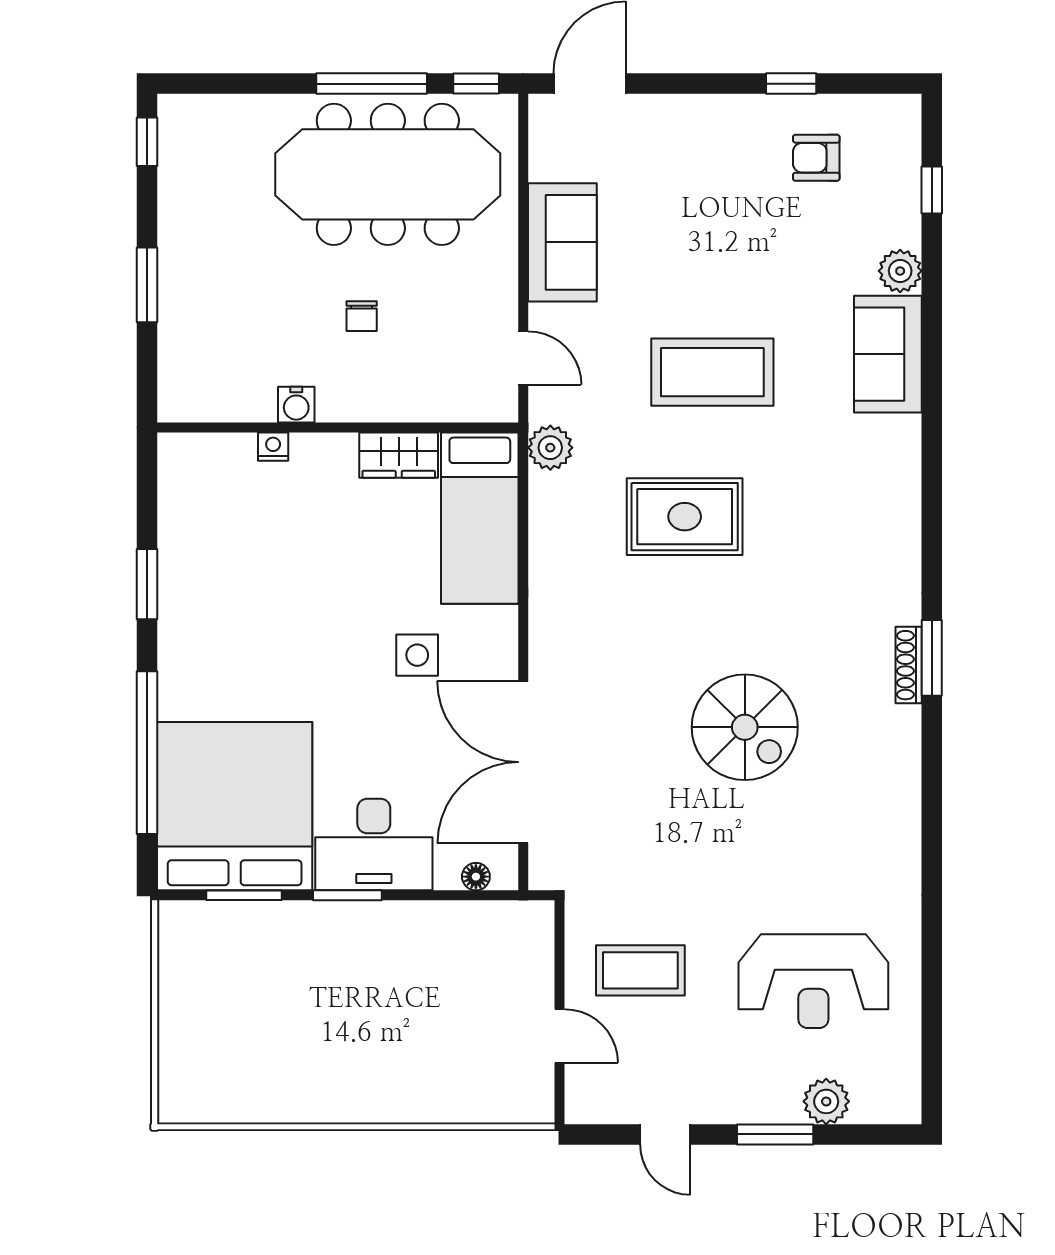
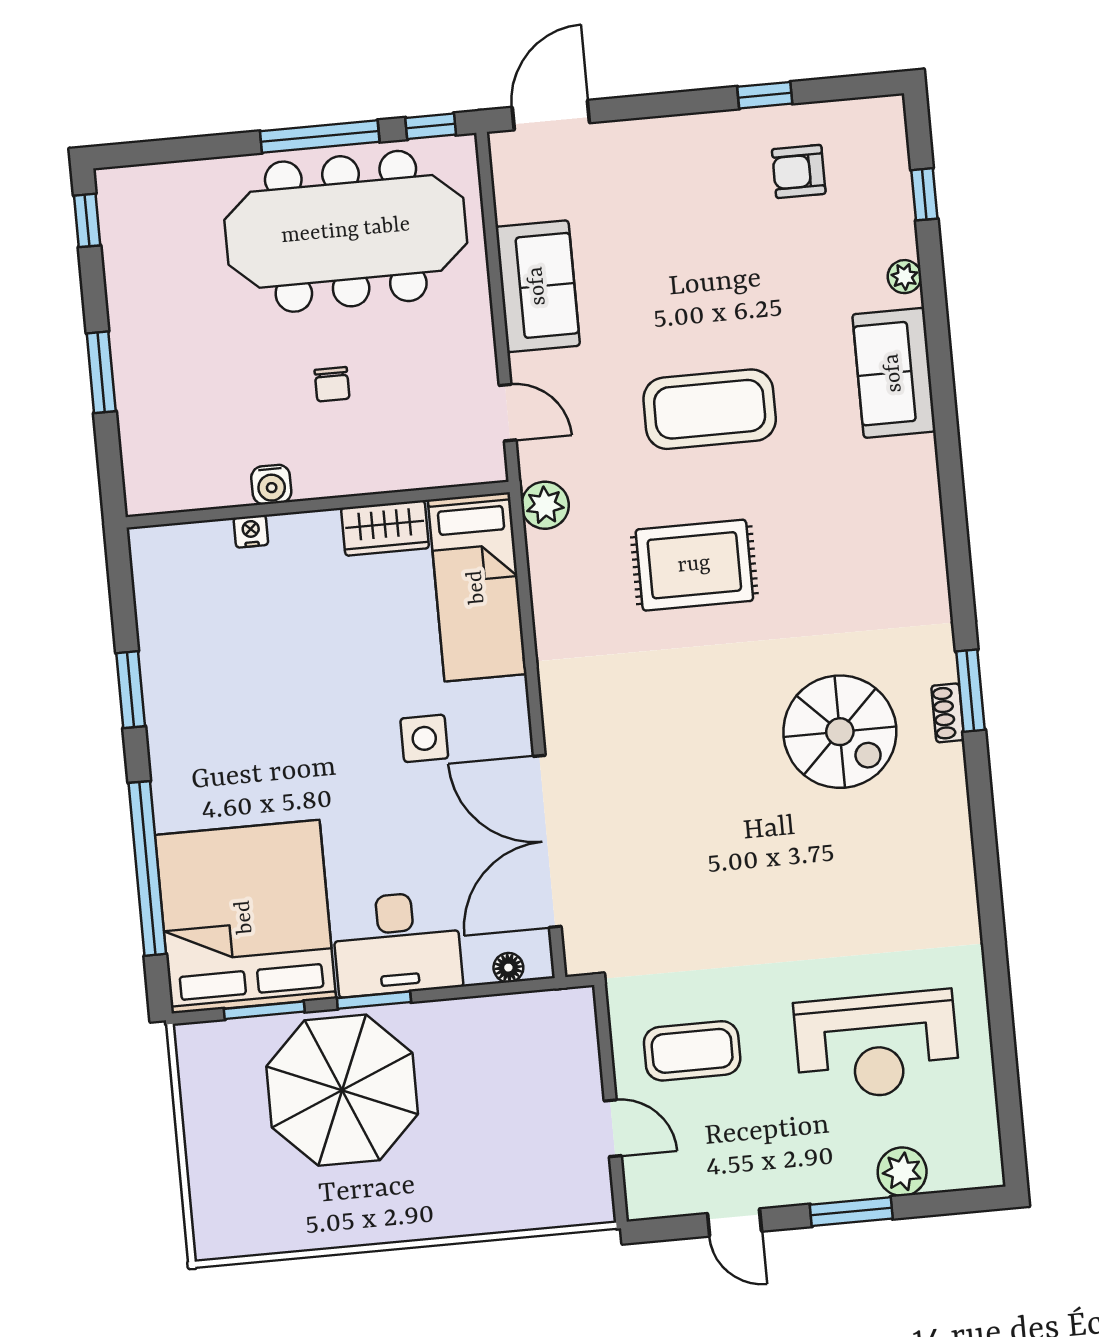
plant: (900, 271) -> (904, 277), width x0.73, depth x0.73
shoe rack: (909, 665) -> (948, 713), width x0.70
spiral stairs: (745, 727) -> (840, 732), moved
parasol: (310, 977) -> (342, 1090), added

